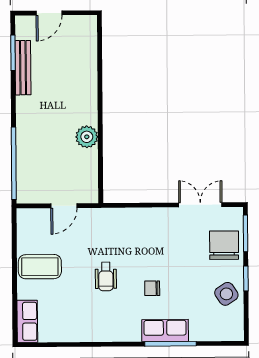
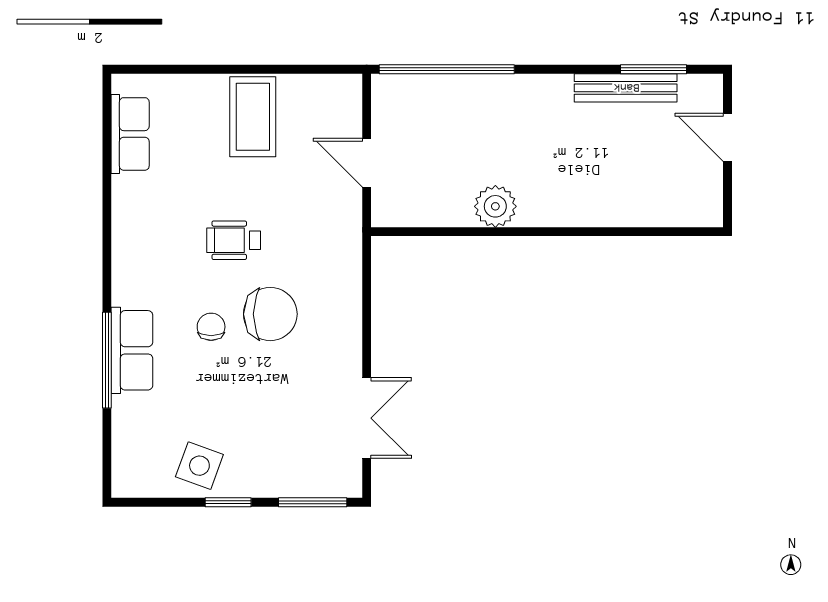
chair: (224, 245) -> (270, 314), moved
side table: (226, 294) -> (199, 466), turned -36
row of seats: (27, 321) -> (130, 134), moved, turned -90

